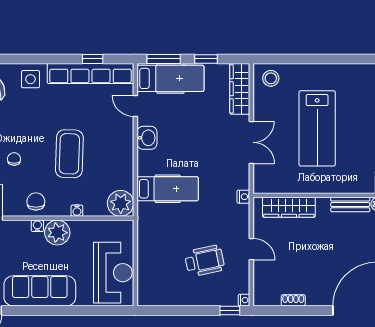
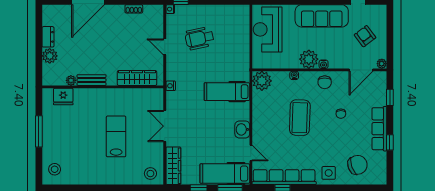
lab bench: (317, 128) -> (116, 136), width x0.73, depth x0.72

